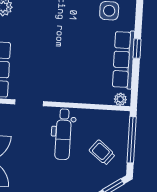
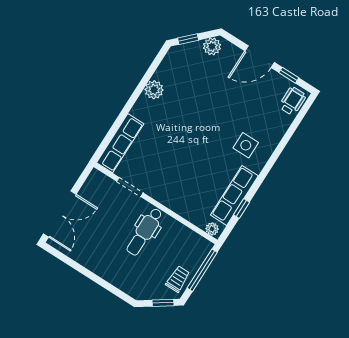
window: (137, 49) -> (241, 209), moved
trolley: (102, 152) -> (178, 279), moved, turned 51

